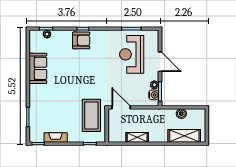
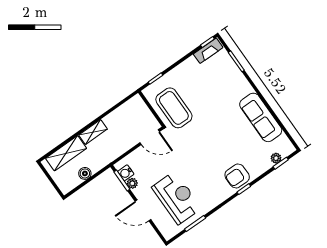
sofa: (38, 68) -> (261, 117), width x1.36
fireplace: (56, 137) -> (208, 51), moved
shelving: (137, 137) -> (93, 132), moved

